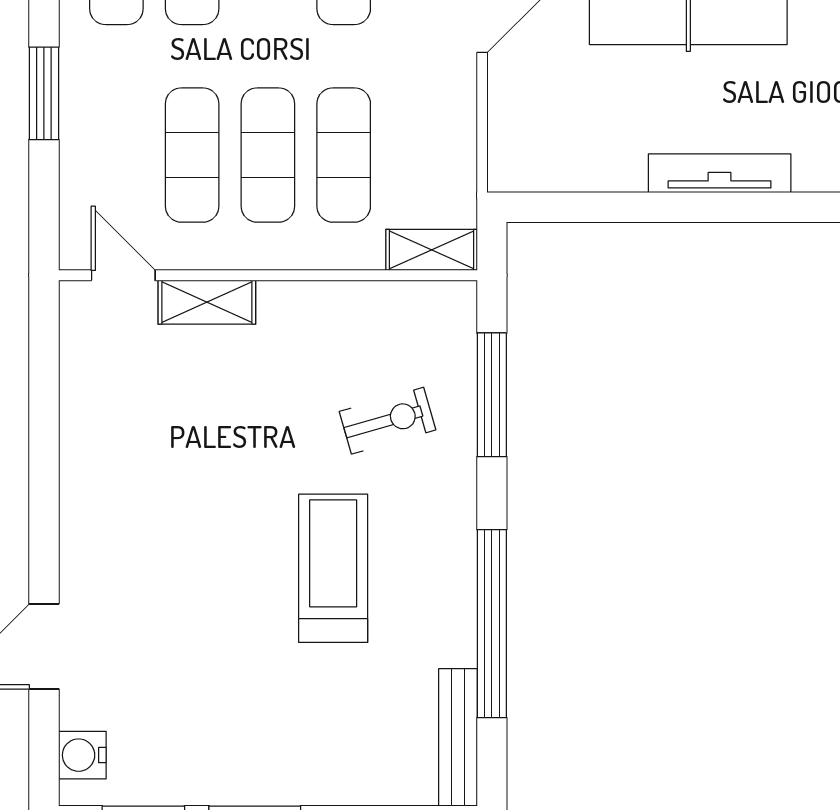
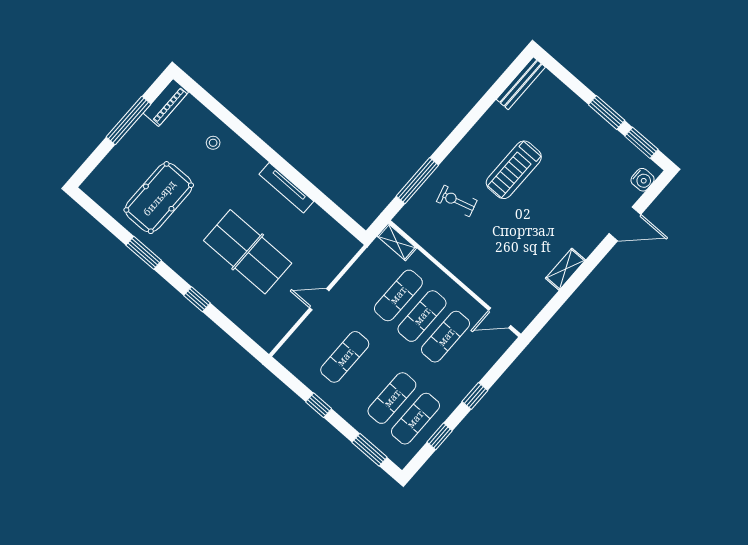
window: (44, 93) -> (475, 396), width x0.67
door: (123, 275) -> (500, 318), hinge flipped
shelving: (207, 302) -> (566, 269), moved, turned 90
window: (492, 624) -> (479, 109), removed

